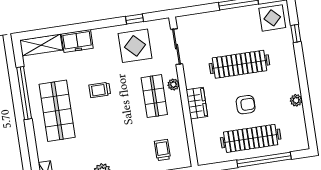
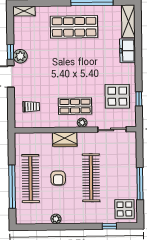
trolley: (100, 90) -> (86, 63), removed

